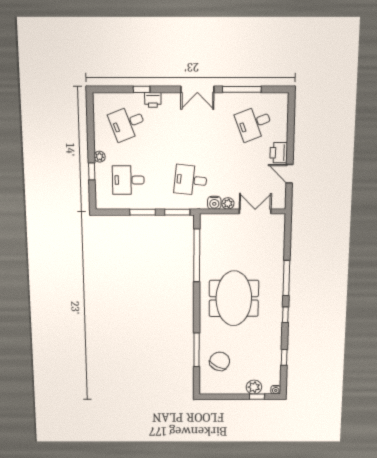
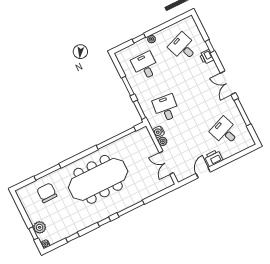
double door: (255, 211) -> (166, 163), swing flipped
meeting table: (234, 298) -> (98, 179), width x1.36
chair: (220, 361) -> (47, 193), turned -117

